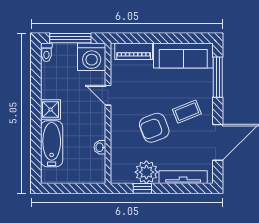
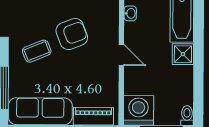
door: (108, 95) -> (121, 55), moved

